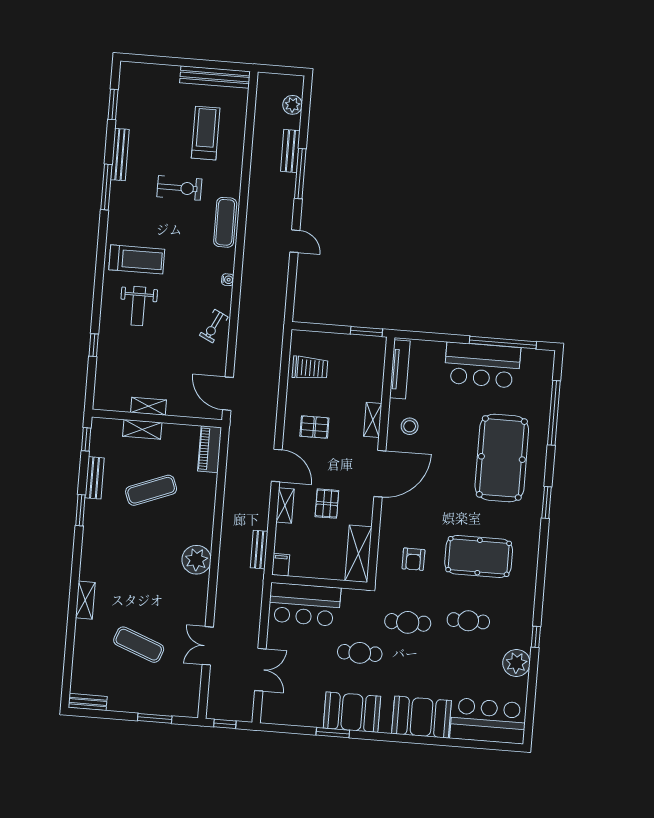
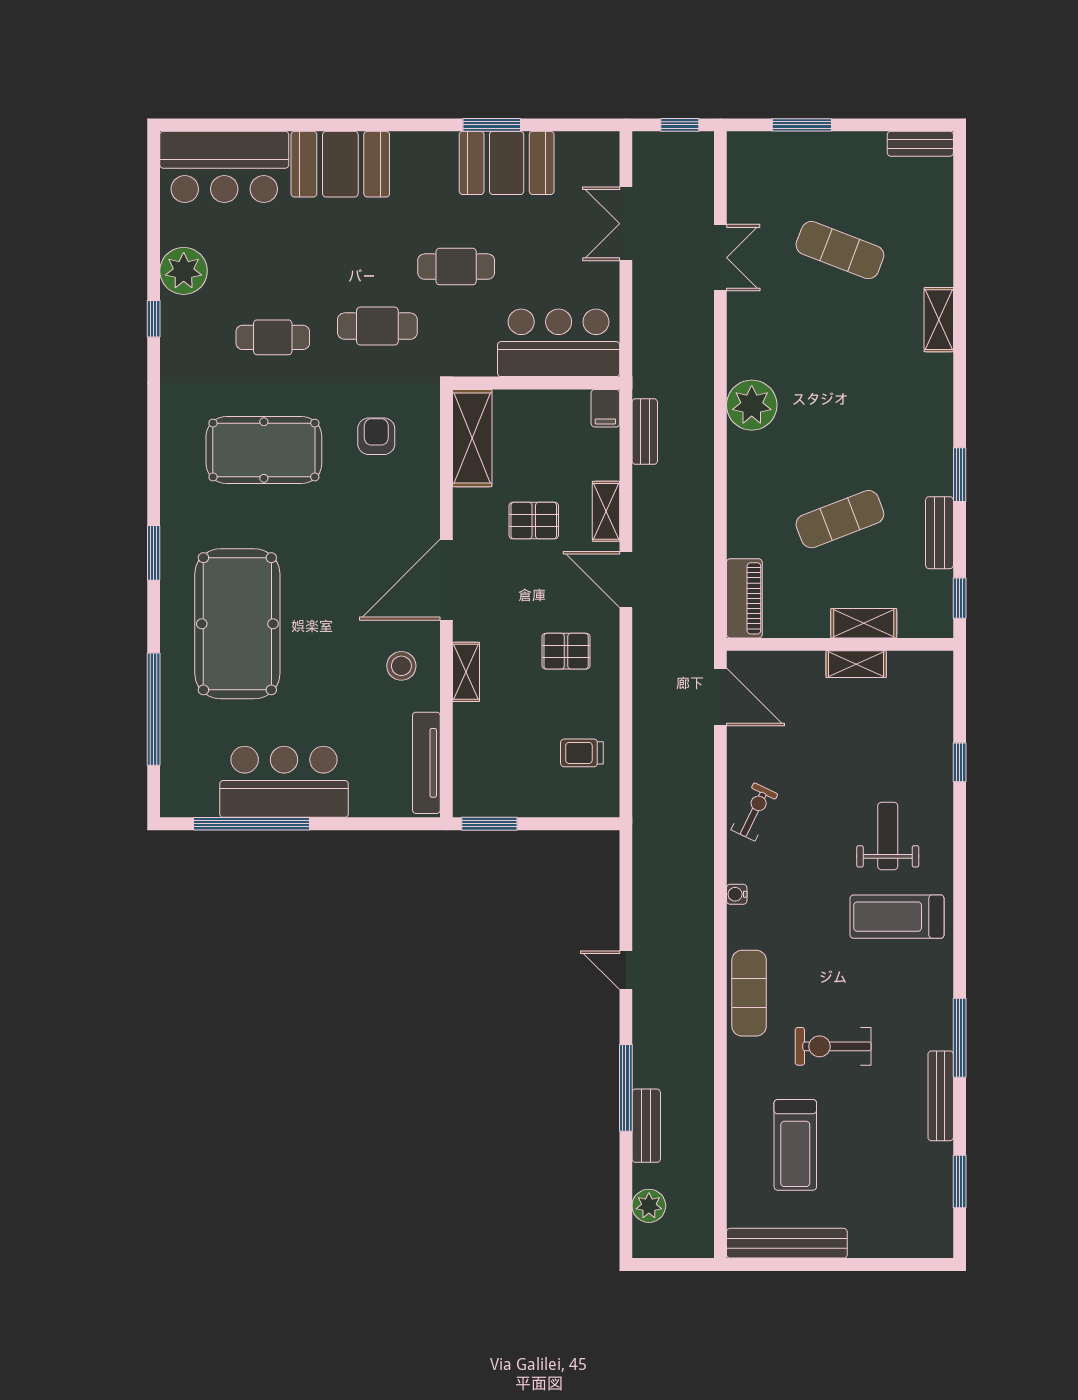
trolley: (310, 368) -> (582, 753), width x0.73, depth x0.72
pallet: (327, 504) -> (534, 521), turned 90
booth: (352, 712) -> (507, 163), moved

